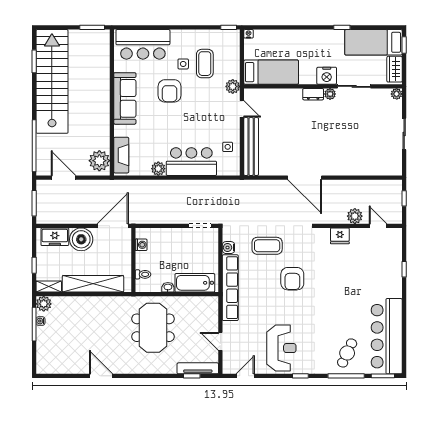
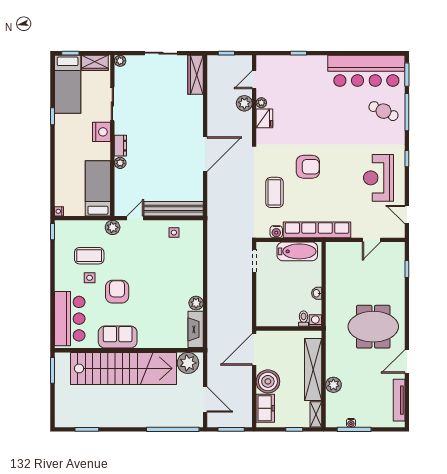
stairs: (52, 81) -> (123, 368), moved, turned 180
armchair: (170, 91) -> (117, 292), turned -90
plant: (330, 94) -> (120, 163), moved
sofa: (125, 98) -> (118, 337), width x0.73
fireplace: (121, 155) -> (196, 329), moved, turned -90
bar counter: (191, 162) -> (189, 269), removed
wardrobe: (383, 168) -> (195, 75), added
door: (63, 178) -> (205, 399), swing flipped
door: (113, 226) -> (254, 349), hinge flipped
plant: (355, 233) -> (261, 103), added
washing machine: (141, 245) -> (315, 320), moved
bathtub: (195, 283) -> (297, 251), moved, turned -90
plant: (44, 304) -> (333, 385), moved
meeting table: (153, 328) -> (373, 327), moved
reception desk: (281, 348) -> (378, 178), turned -90
tv unit: (198, 368) -> (399, 400), moved

